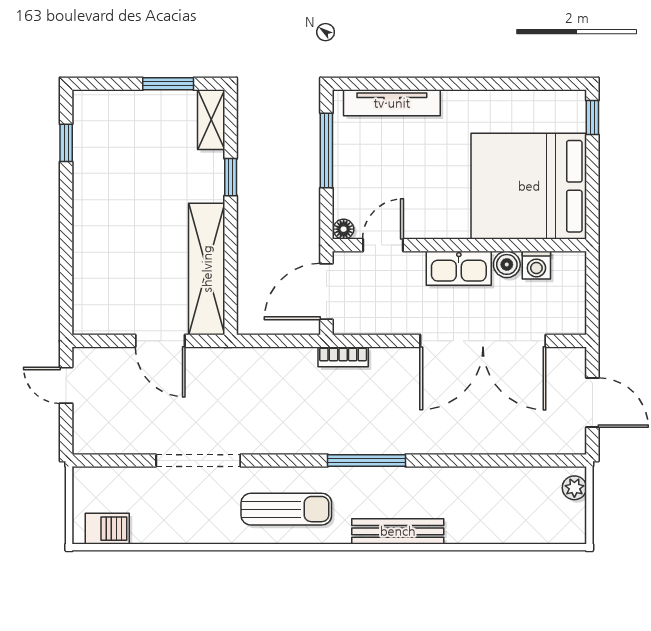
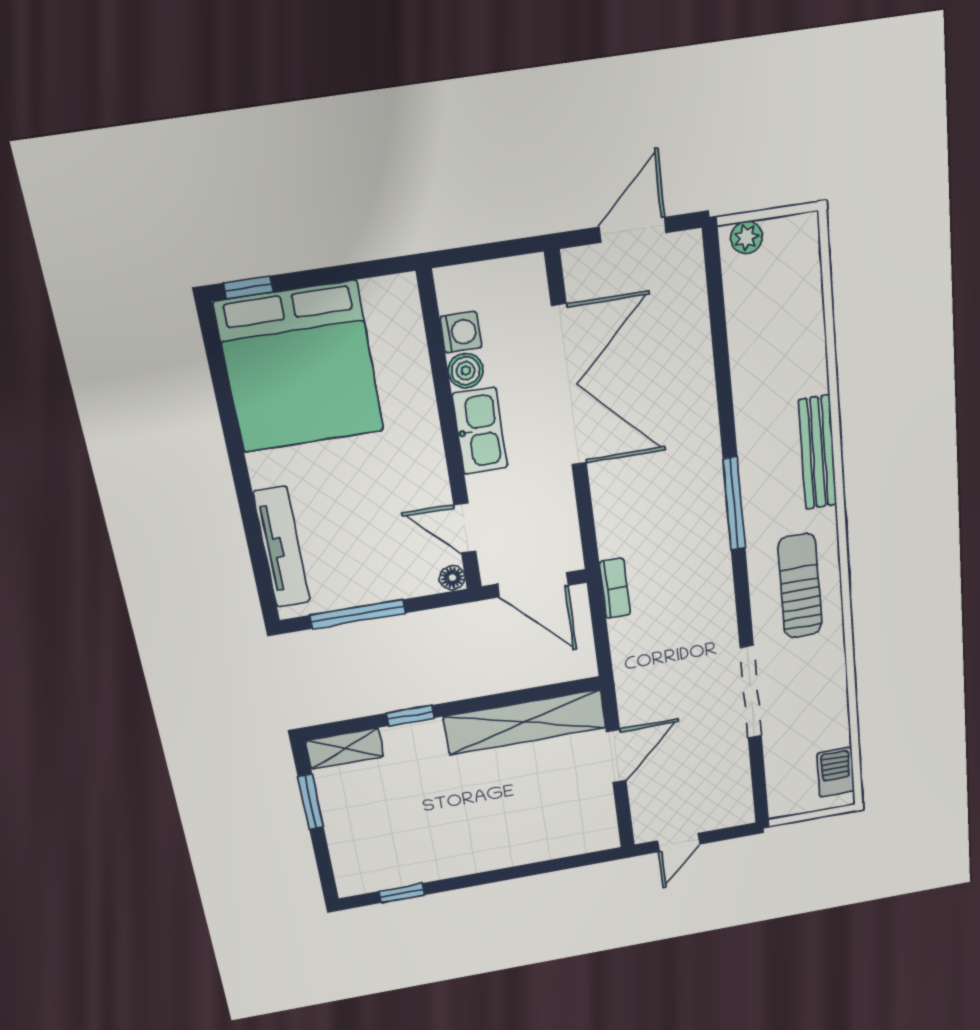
bed: (529, 186) -> (300, 367), moved
bookcase: (343, 357) -> (615, 588), moved

